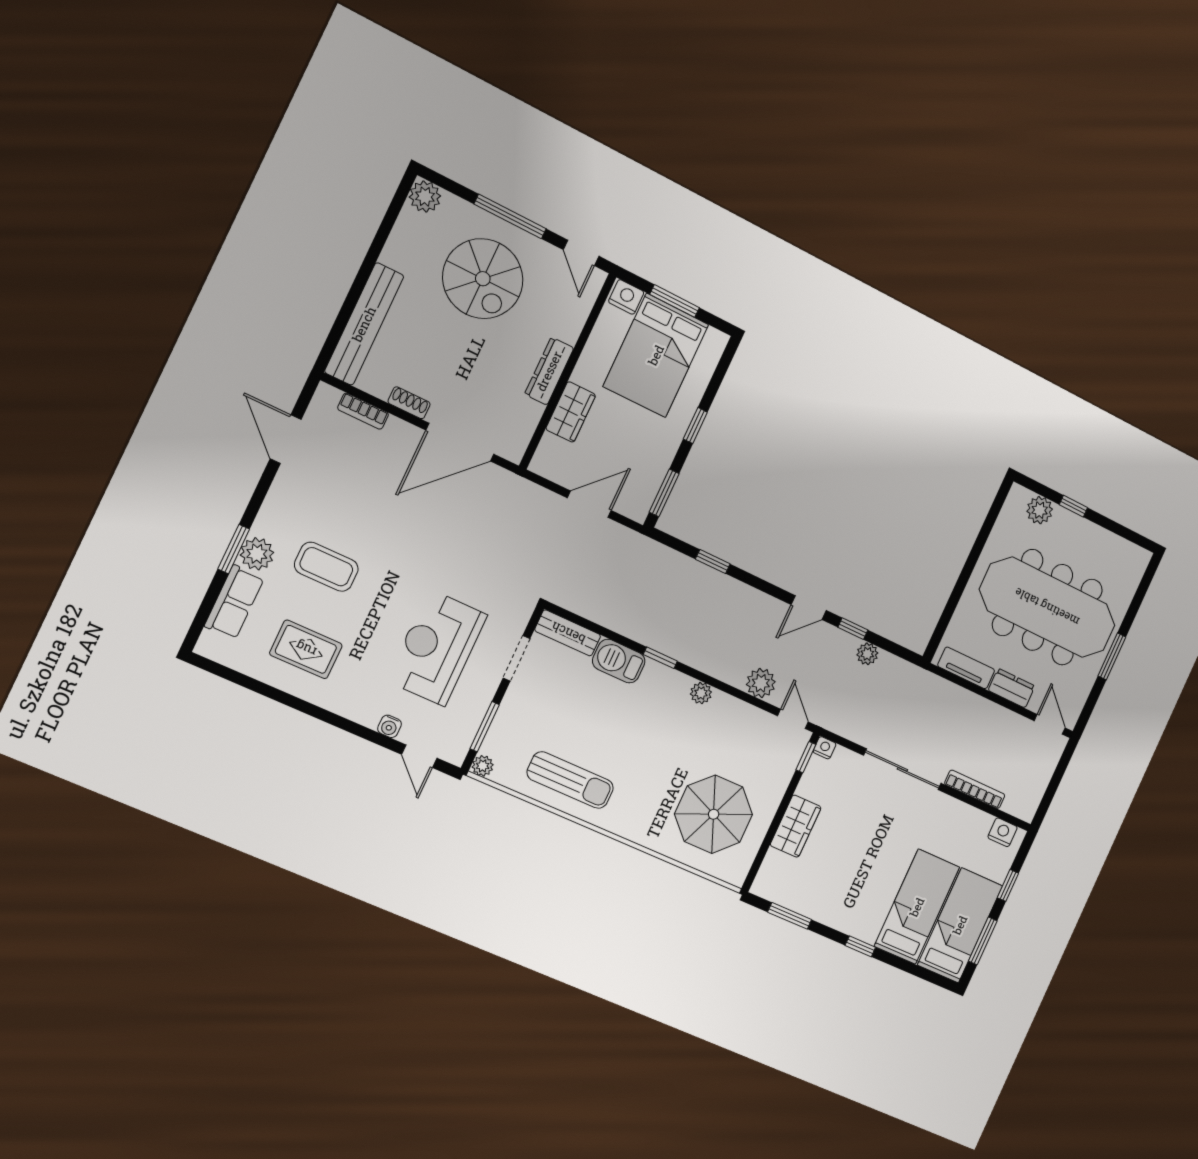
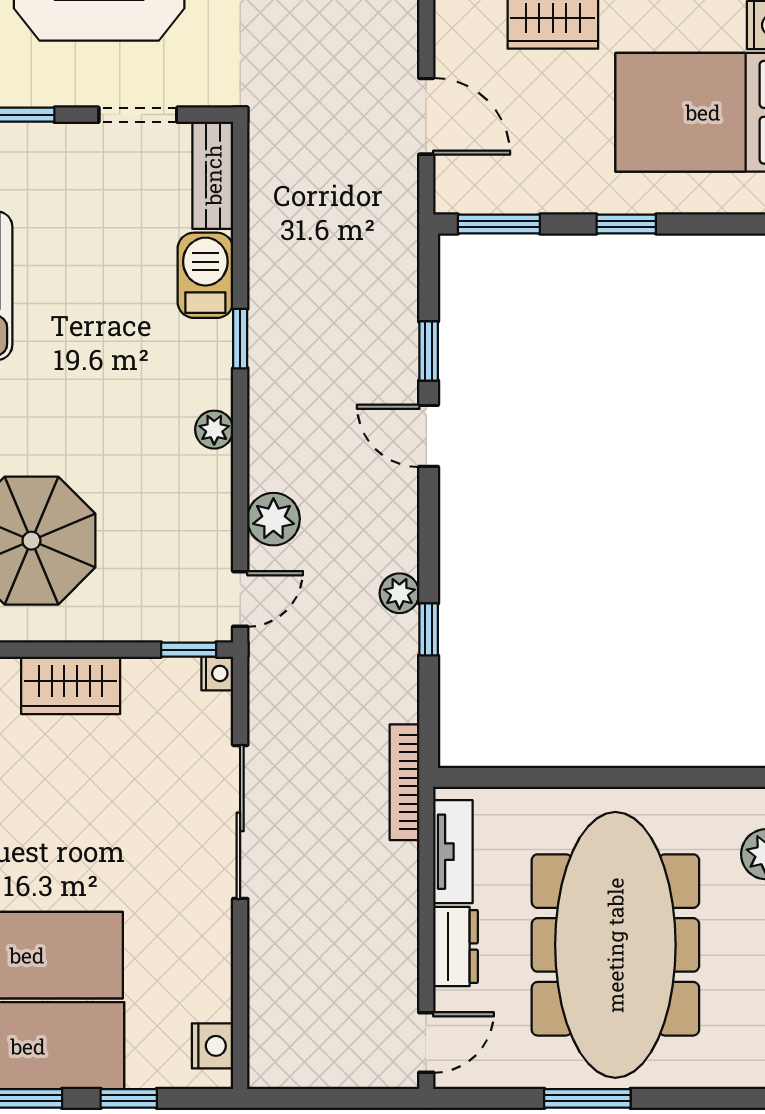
door: (809, 608) -> (429, 436), moved
plant: (867, 654) -> (399, 593), moved
bookcase: (975, 789) -> (404, 782), moved, turned 180

